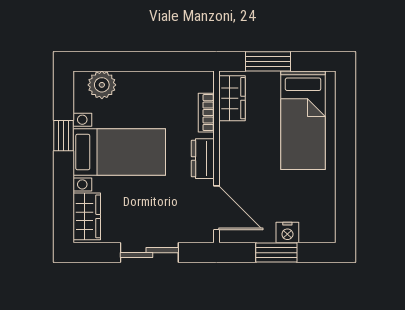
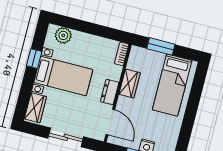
wardrobe: (232, 98) -> (129, 83), moved
bookcase: (206, 113) -> (122, 54), moved

